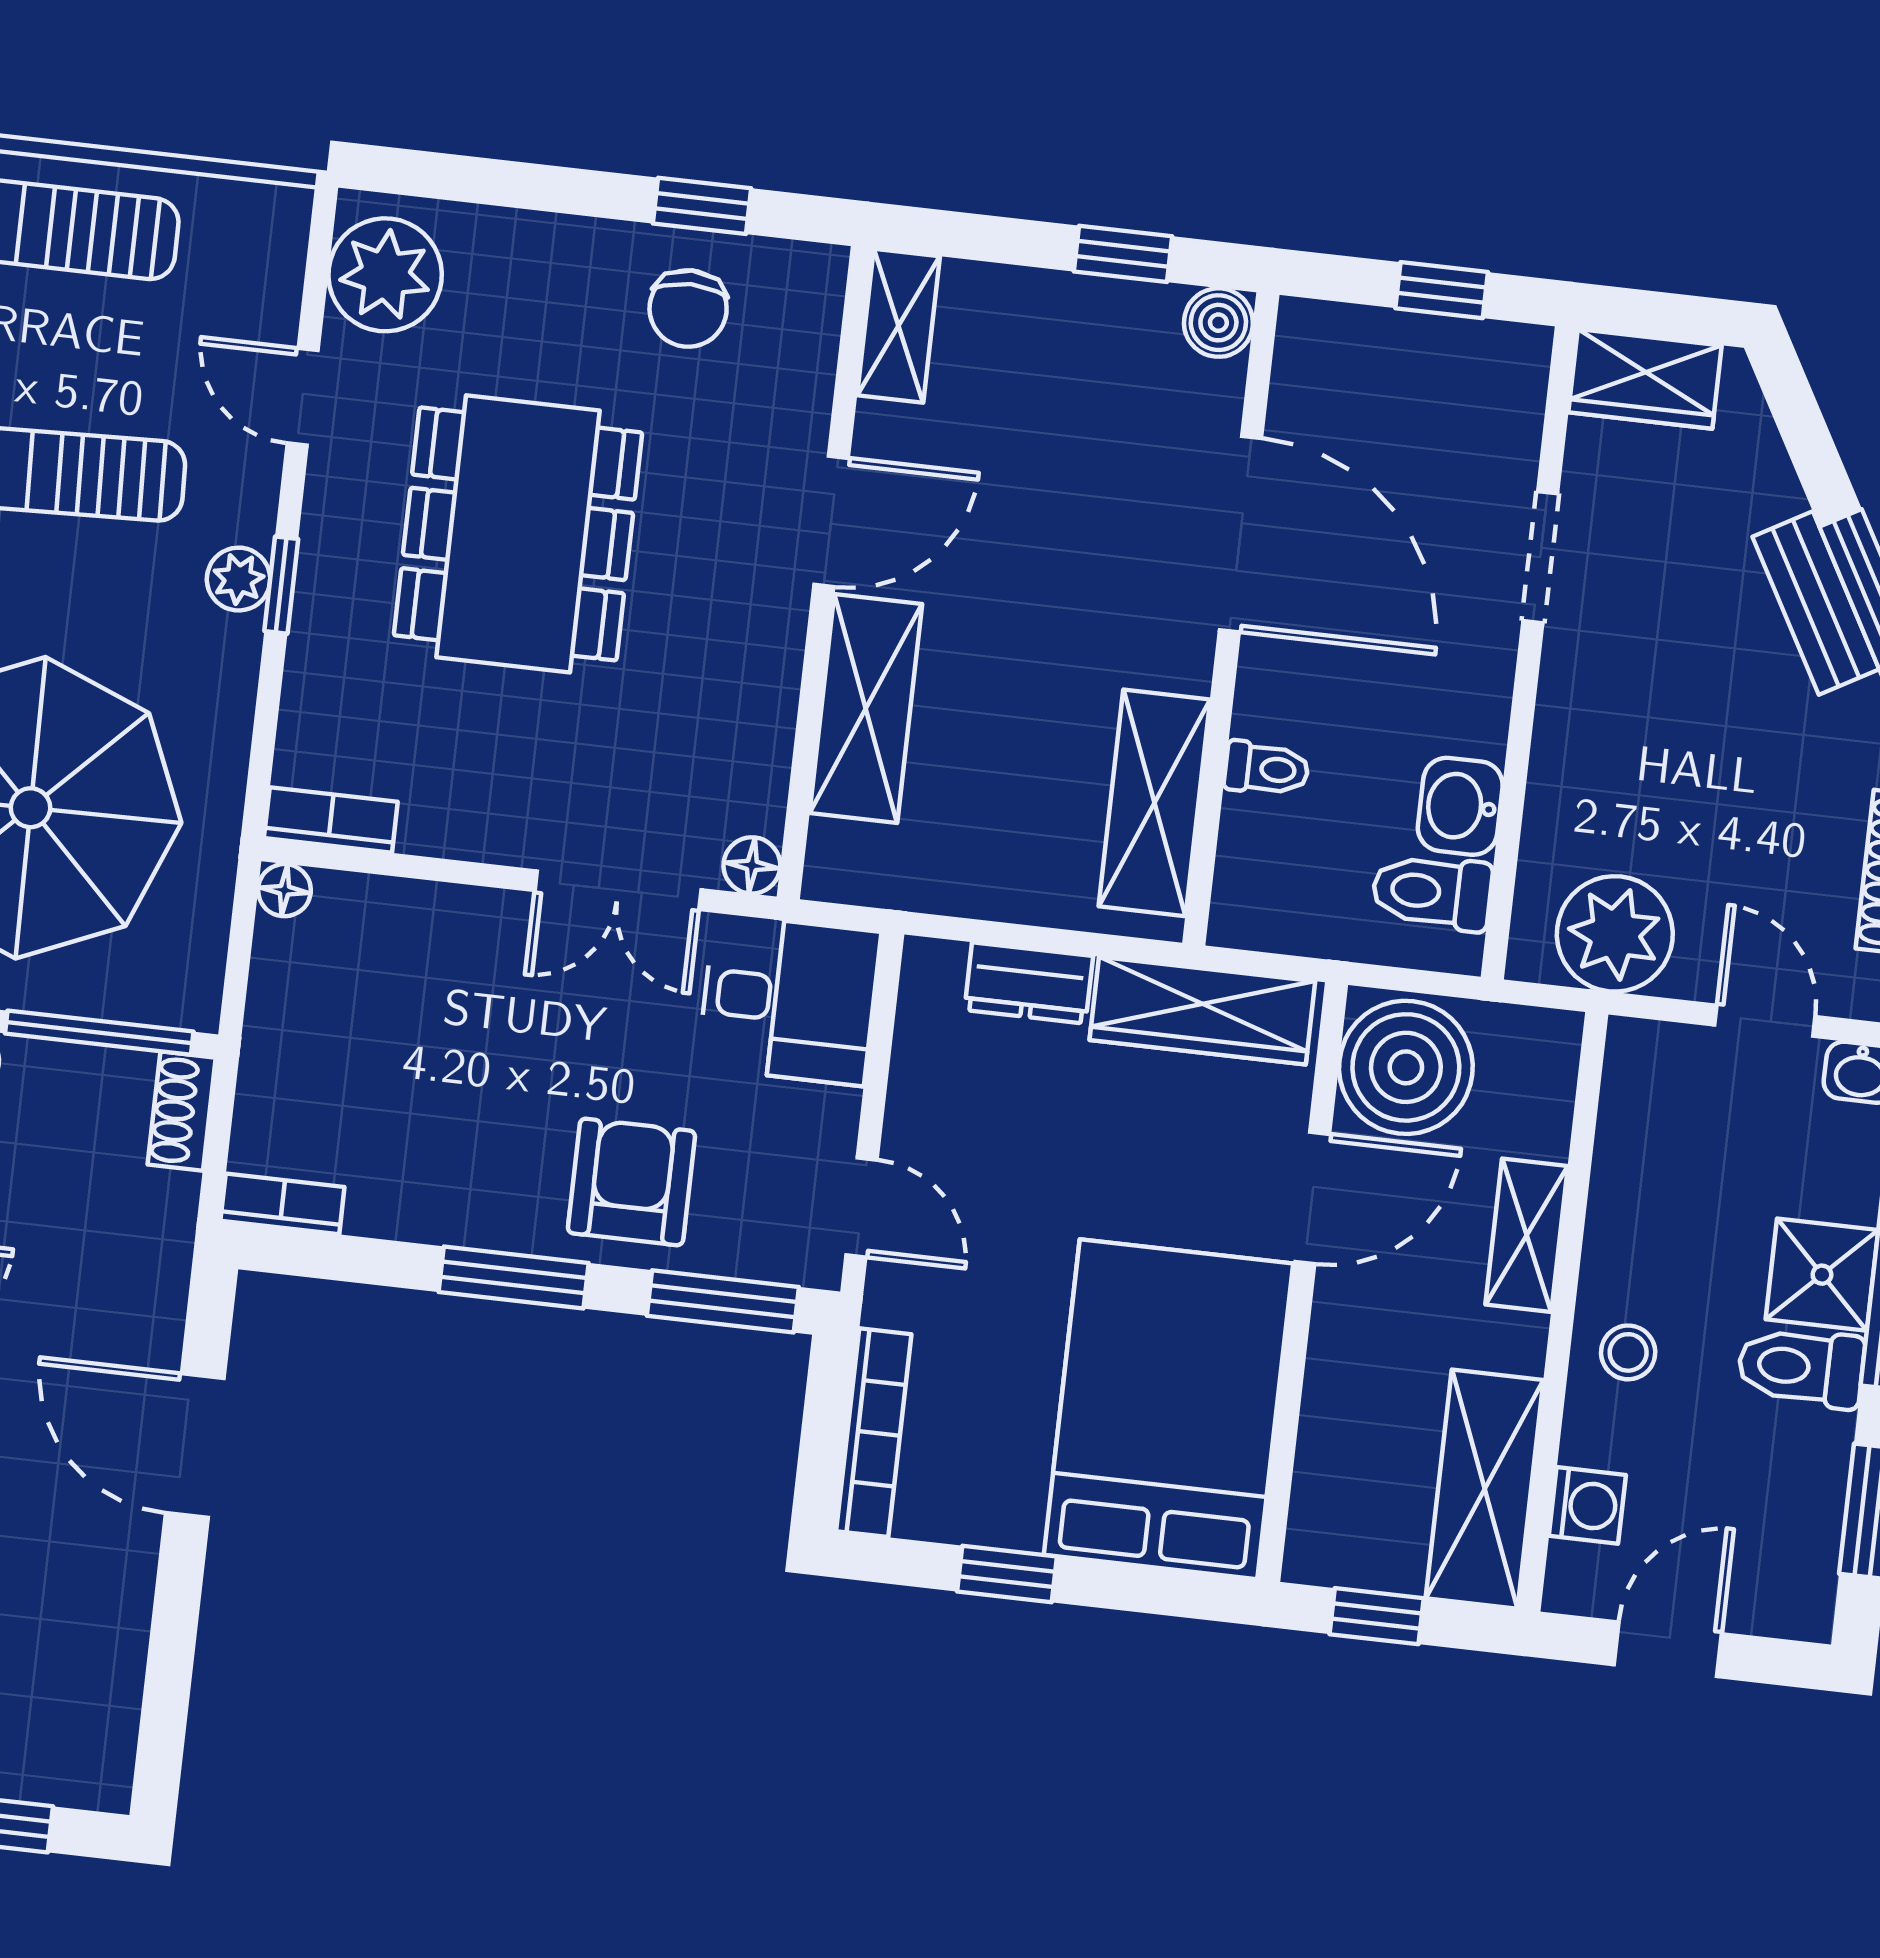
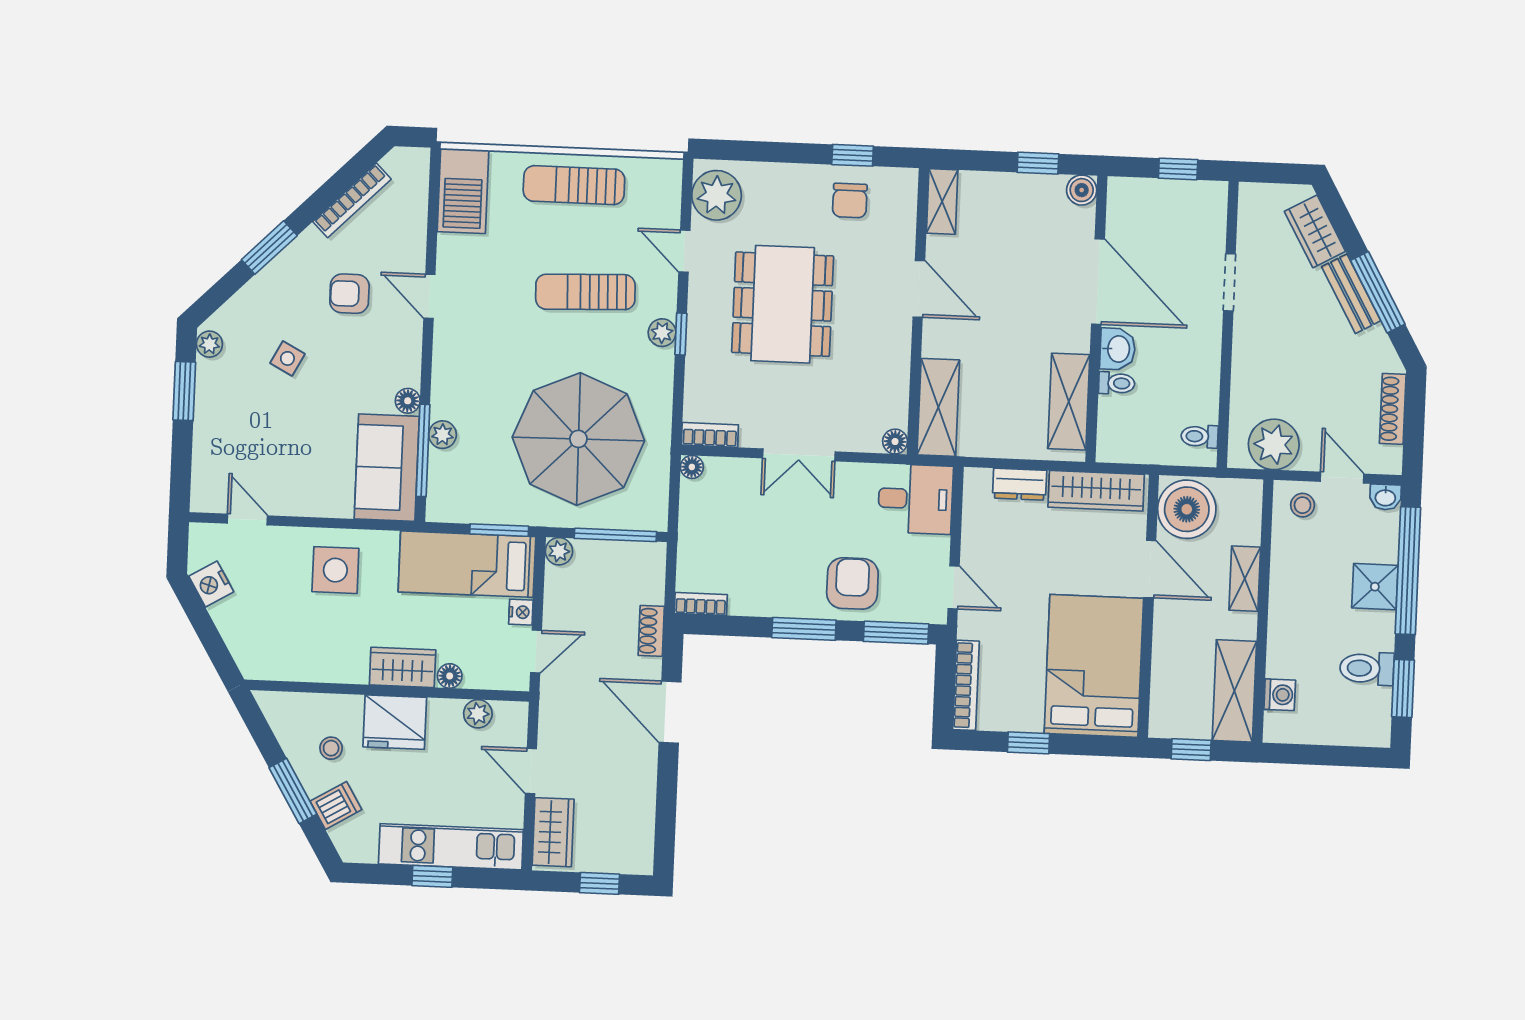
wardrobe: (1645, 379) -> (1315, 231), moved, turned 61
door: (831, 521) -> (919, 289), hinge flipped
shelving: (866, 708) -> (938, 407), moved
washbasin: (1460, 806) -> (1118, 349), moved, turned 180
double door: (618, 890) -> (799, 455), moved
toilet: (1432, 892) -> (1200, 436), width x0.73, depth x0.72
shoe rack: (182, 1111) -> (651, 631), moved
door: (1312, 1198) -> (1150, 569), hinge flipped
stool: (1628, 1352) -> (1303, 505), moved
toilet: (1801, 1367) -> (1367, 668), moved
door: (1668, 1649) -> (1319, 755), removed

